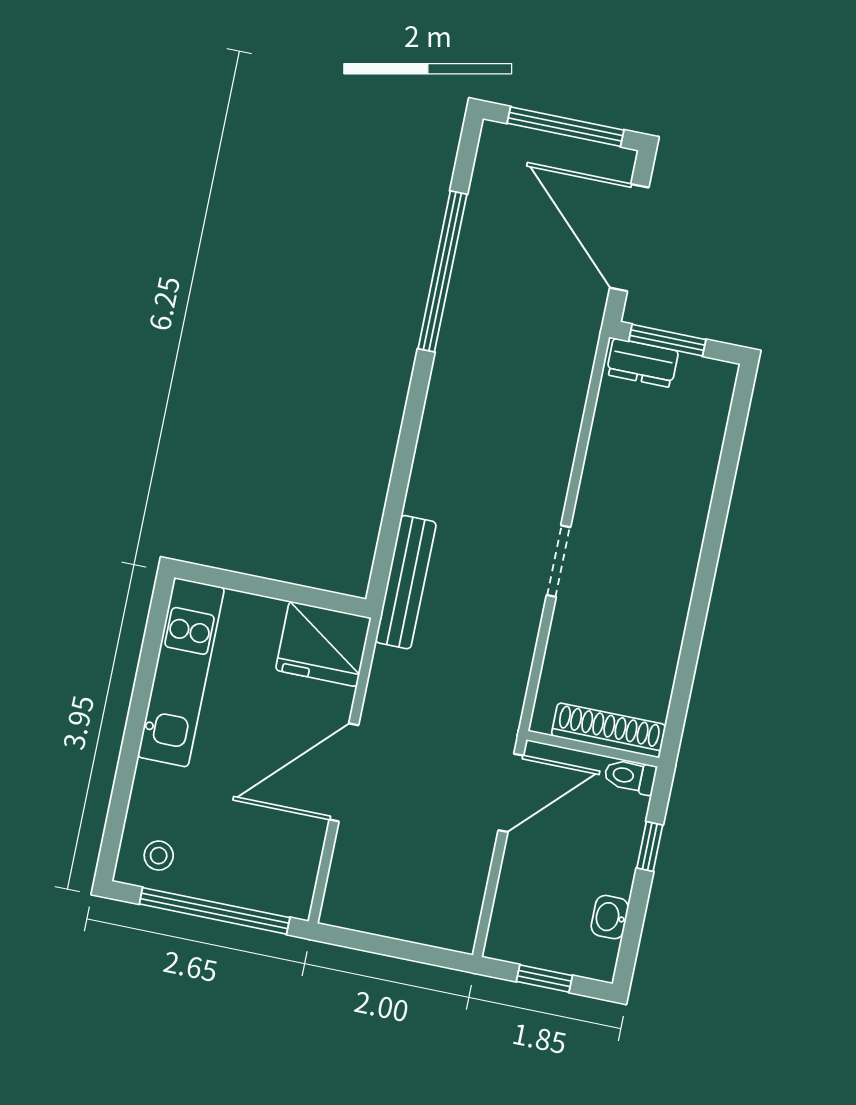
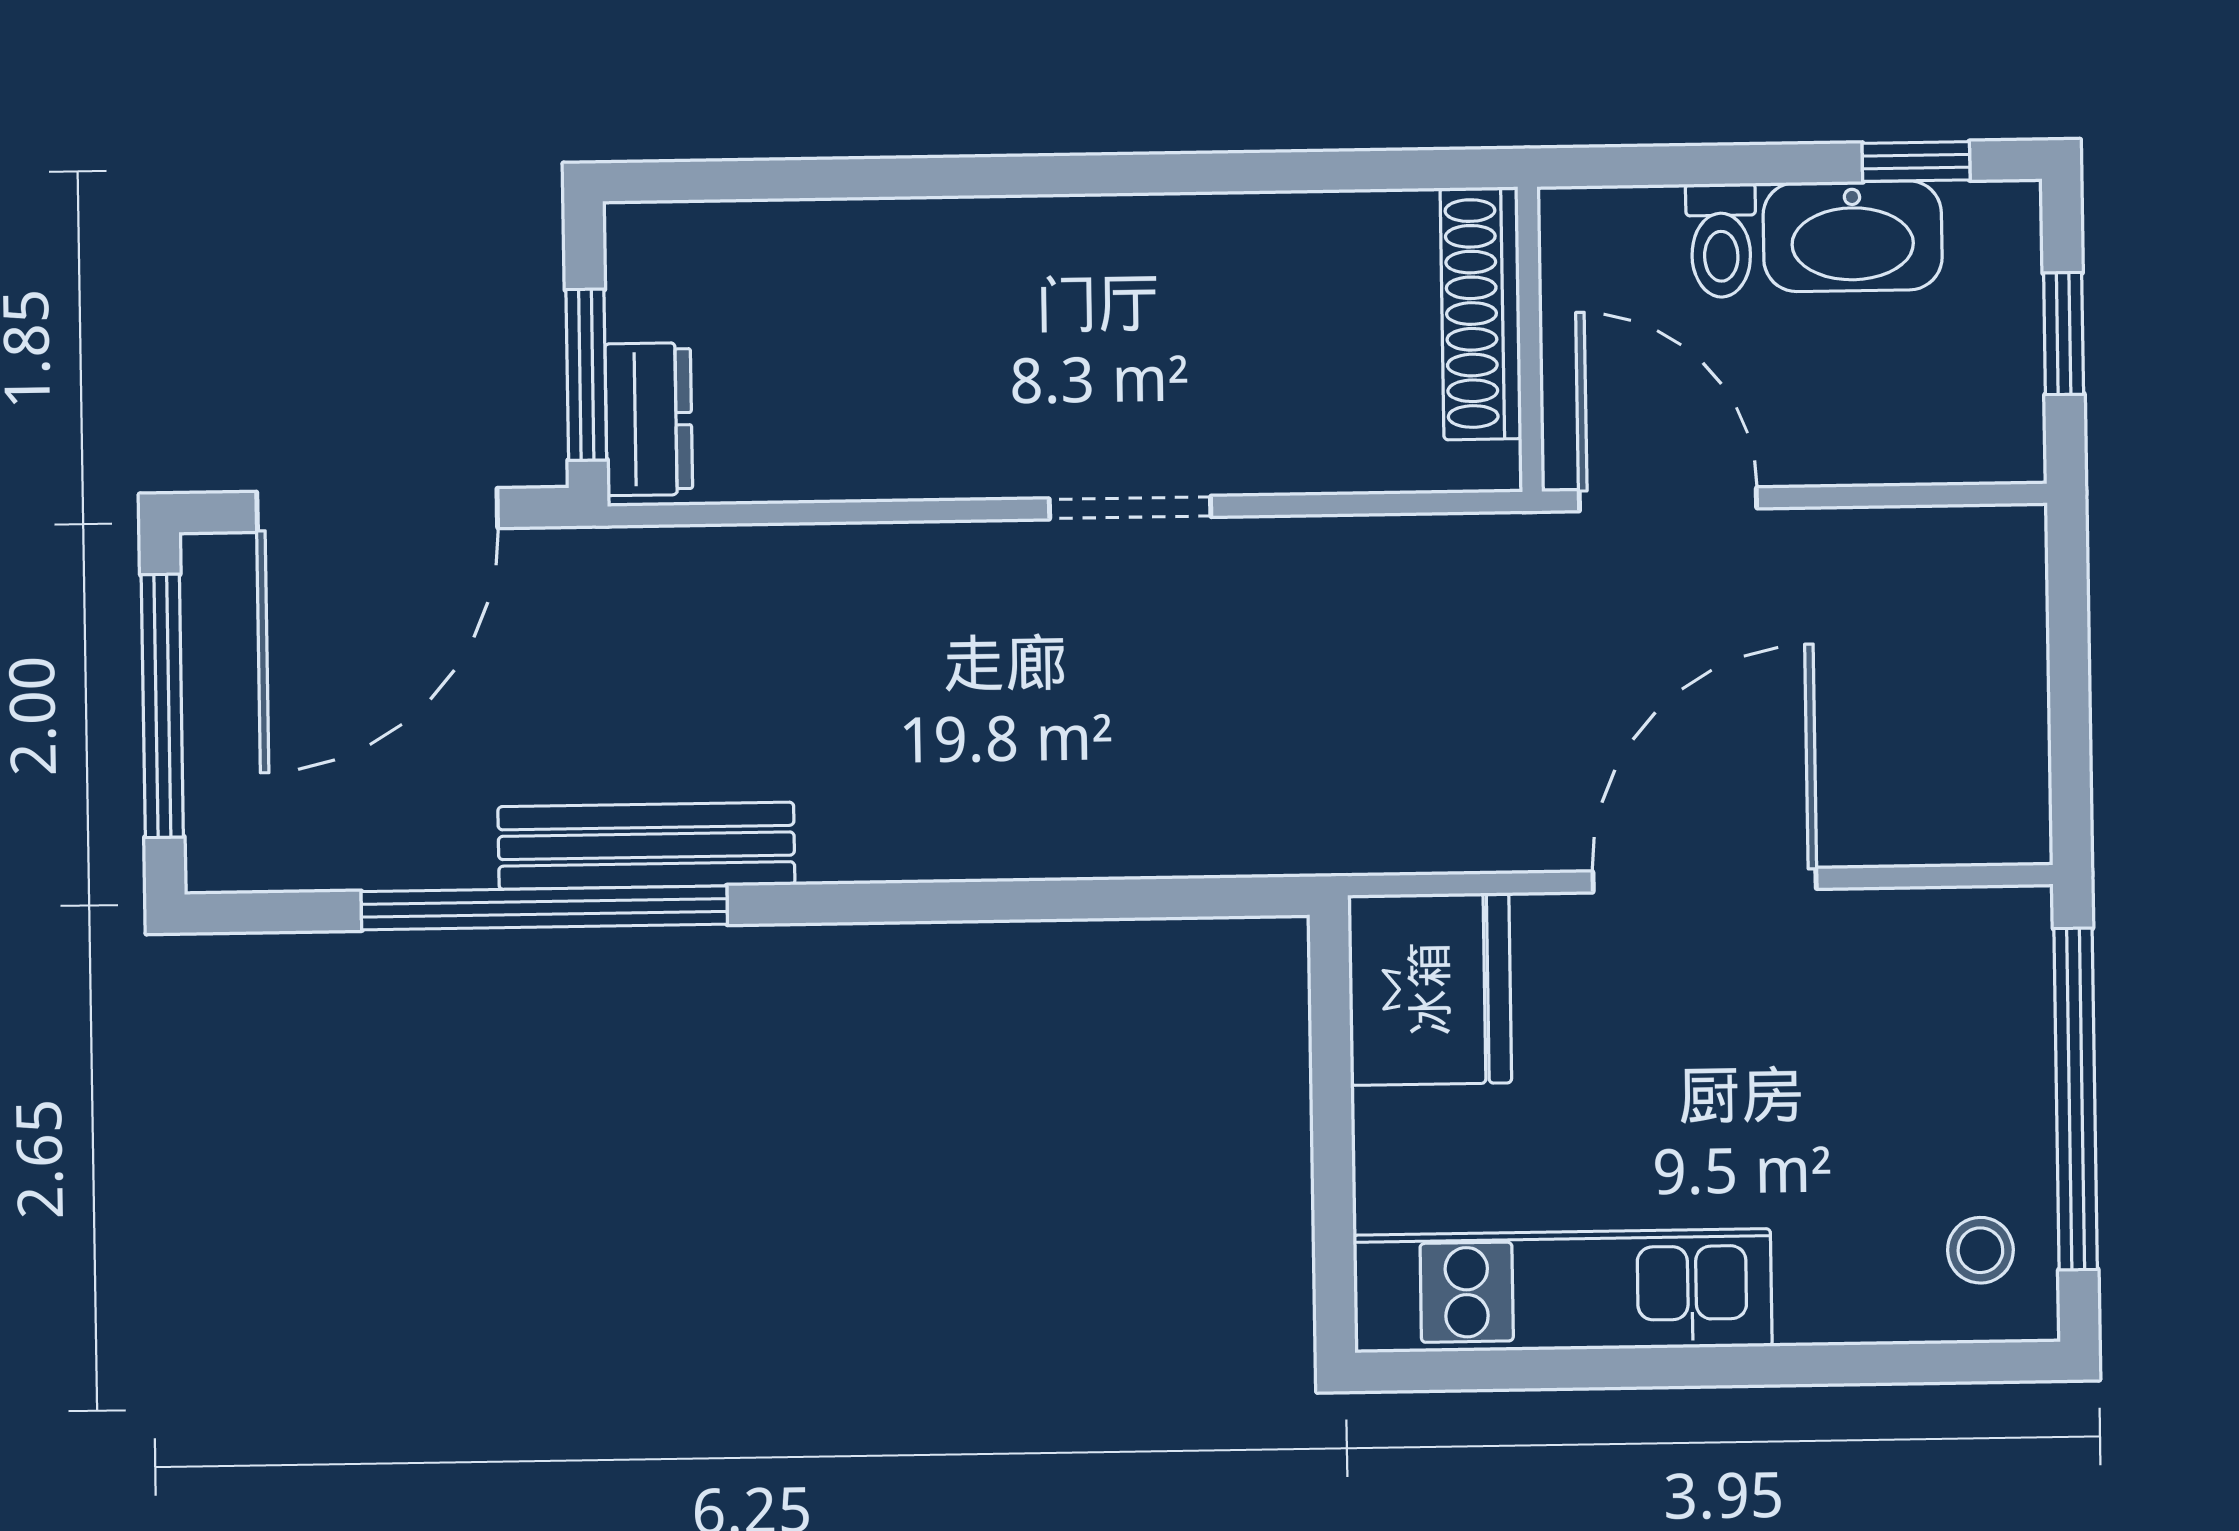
bench: (406, 582) -> (646, 846), moved
door: (344, 772) -> (1705, 880), swing flipped
toilet: (630, 776) -> (1721, 240), moved
window: (650, 847) -> (1916, 162), moved
washbasin: (610, 917) -> (1853, 236), width x1.91, depth x1.45

